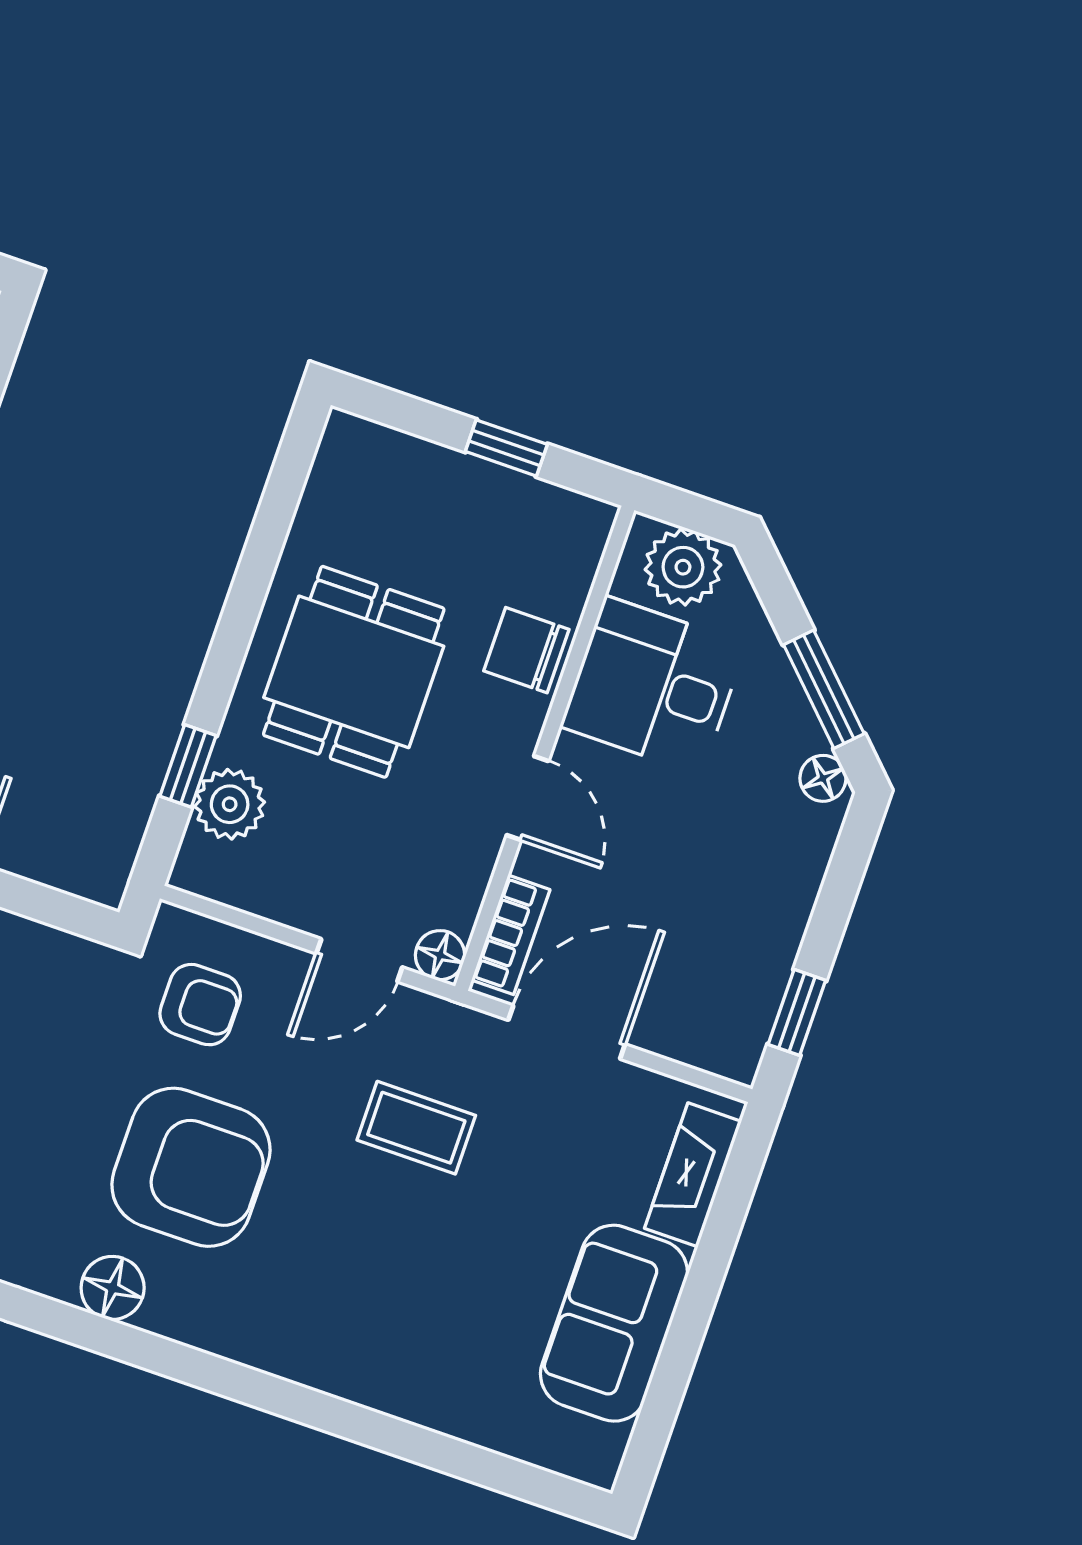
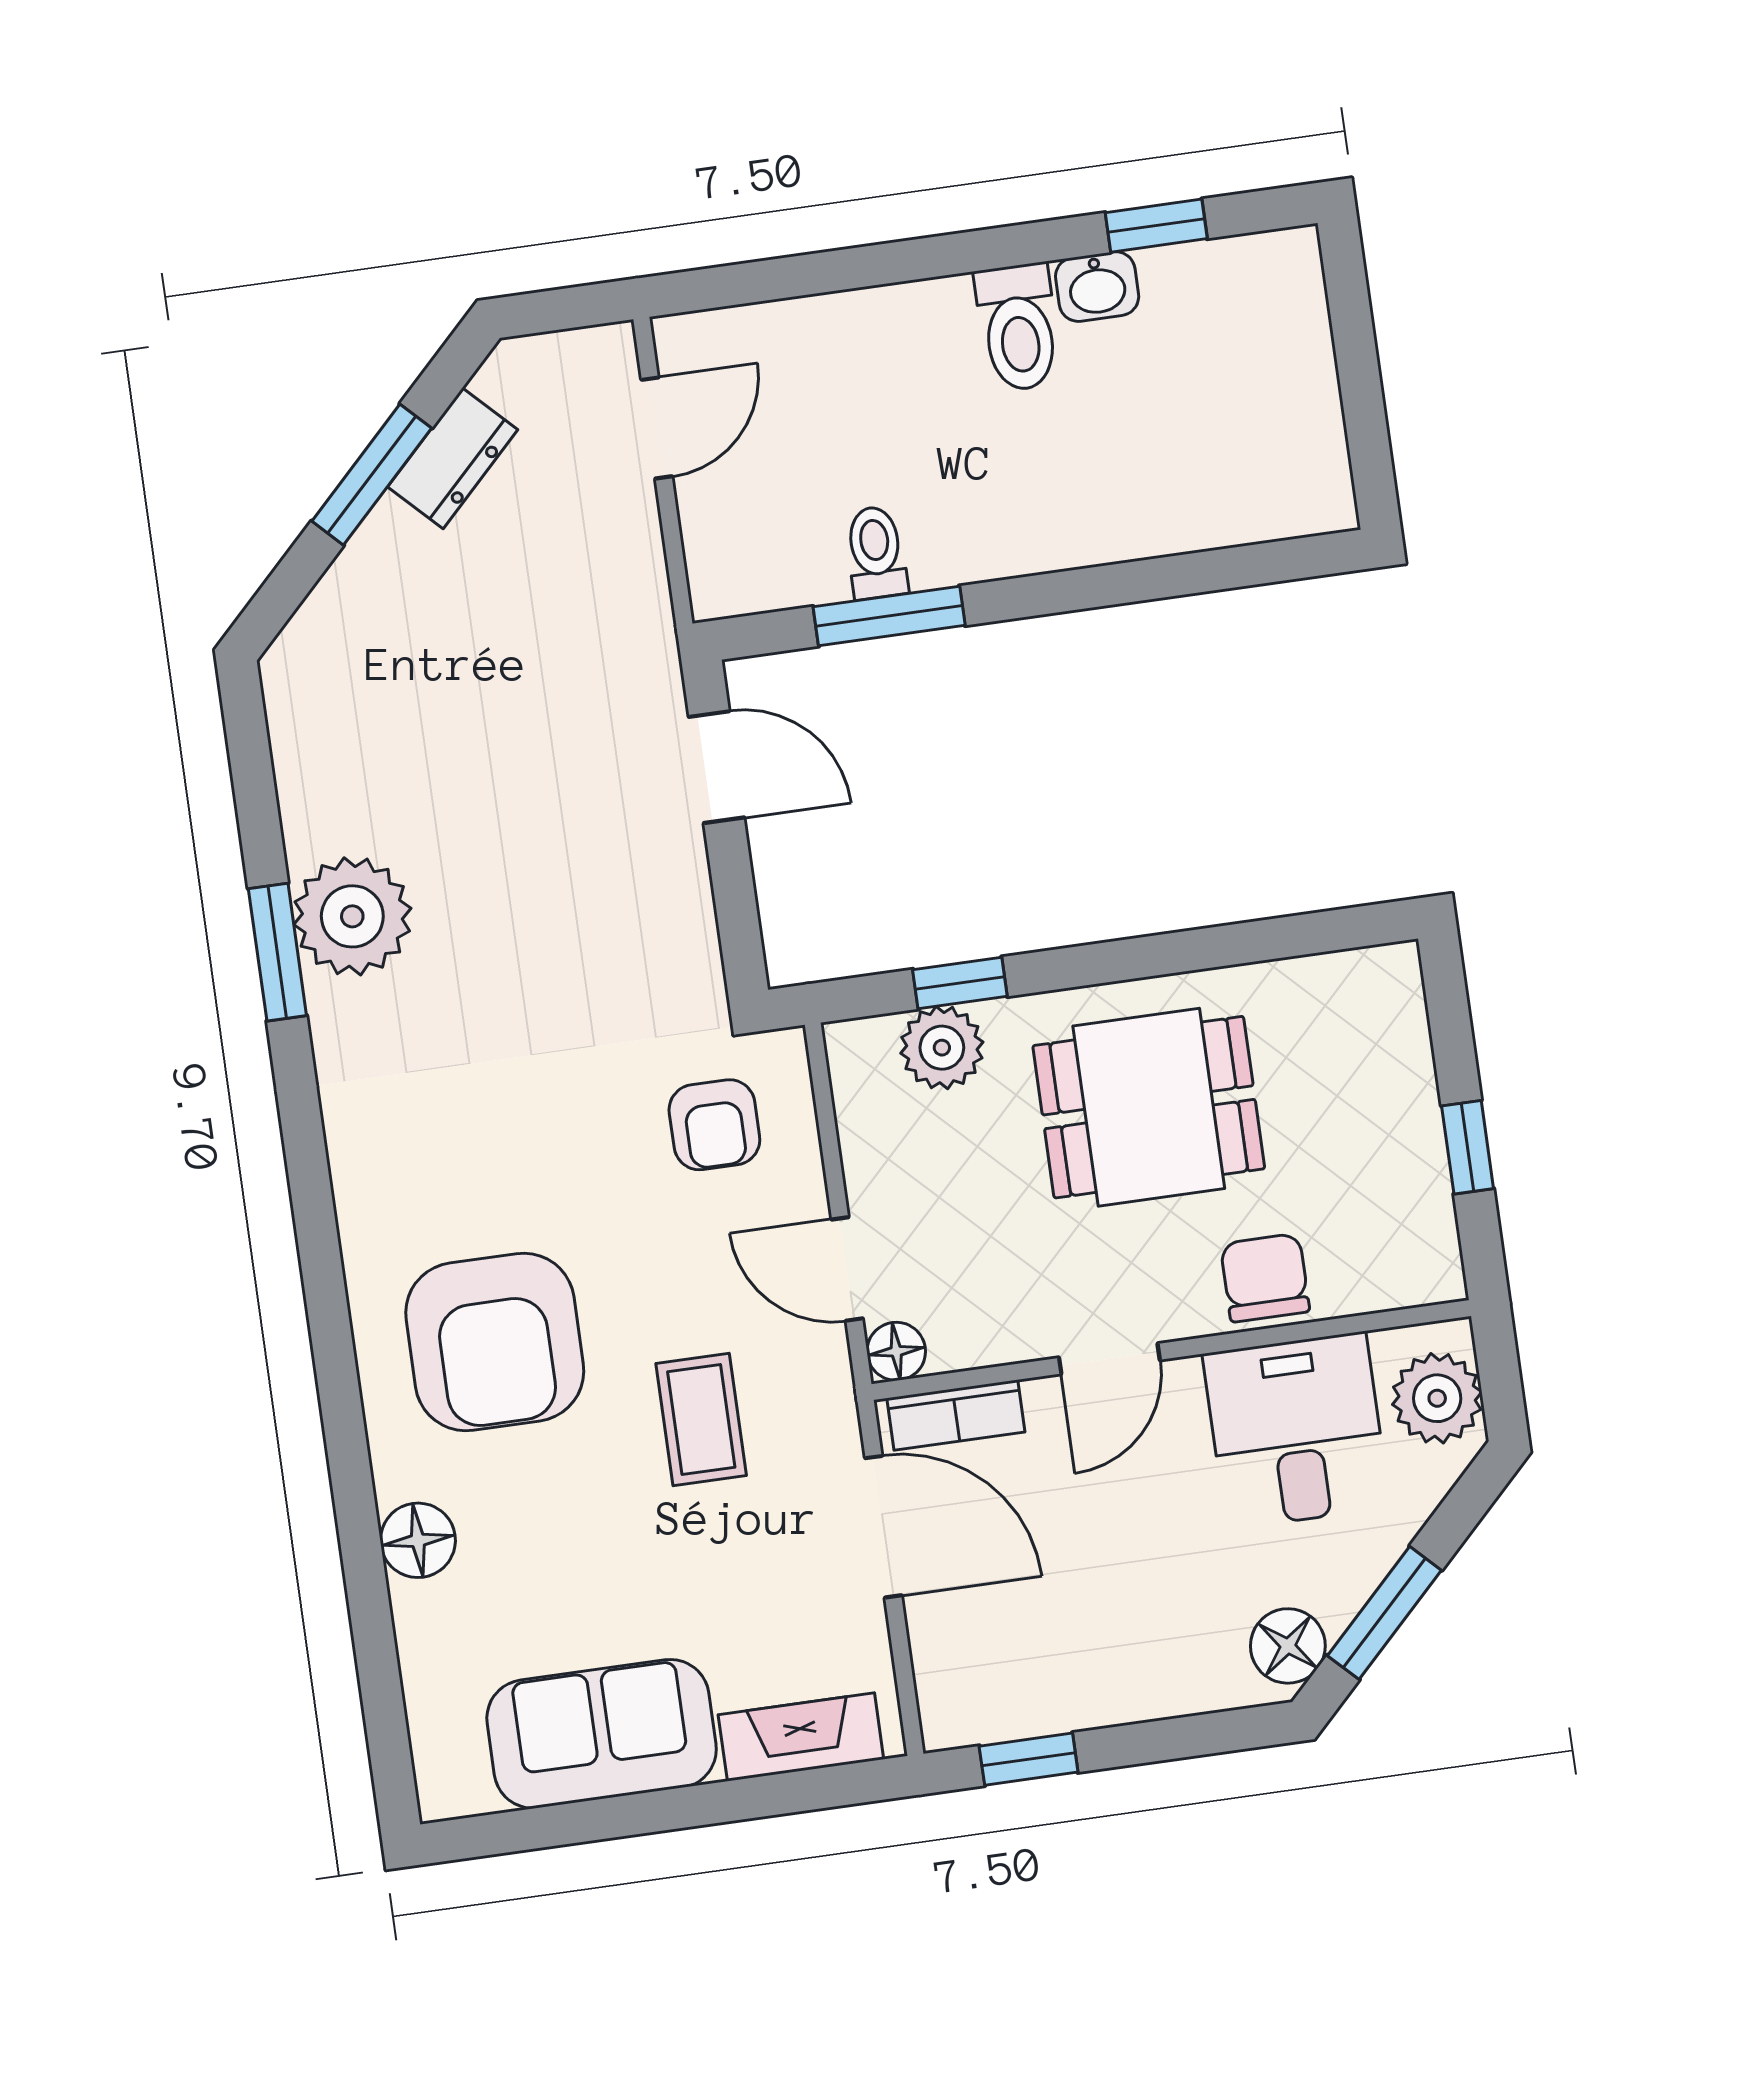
floor lamp: (823, 778) -> (1288, 1646), width x1.37, depth x1.37
armchair: (191, 1167) -> (495, 1342), moved
floor lamp: (113, 1288) -> (418, 1540), moved

